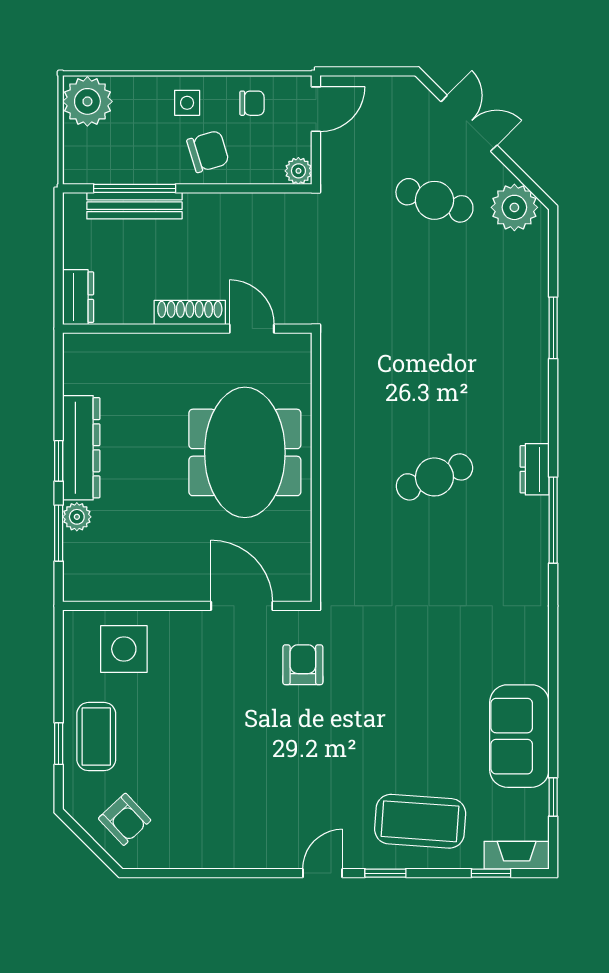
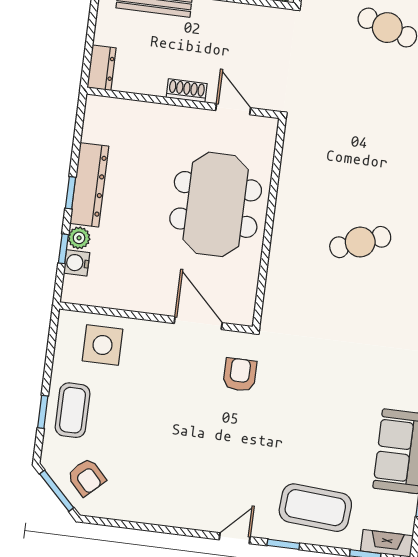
shoe rack: (190, 312) -> (187, 91), width x0.70
window: (59, 533) -> (63, 249), width x0.67
water cooler: (78, 549) -> (77, 263), added
window: (89, 841) -> (57, 491), added

